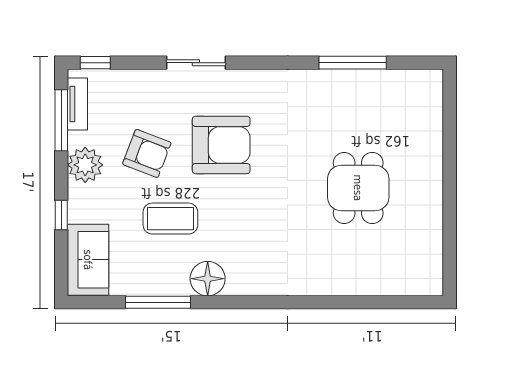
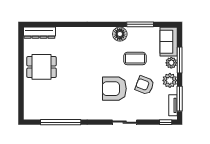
window: (353, 63) -> (61, 122), width x1.46
dining table: (358, 188) -> (42, 67), moved, turned 90
plant: (81, 208) -> (171, 63), added
window: (61, 215) -> (180, 60), width x2.17
dresser: (404, 282) -> (39, 33), added

